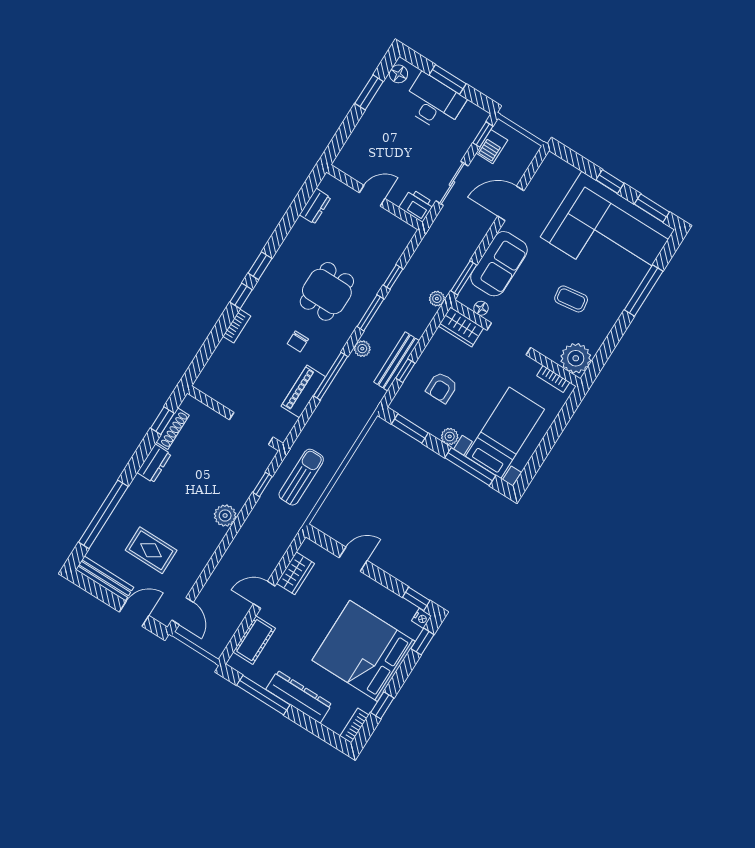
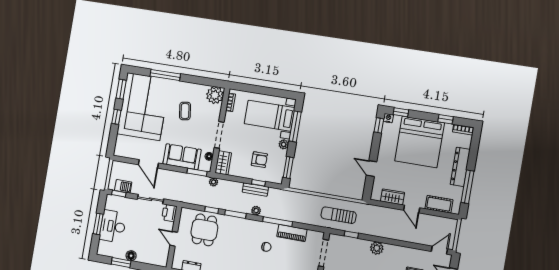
floor lamp: (398, 74) -> (131, 256), moved
dining table: (327, 291) -> (204, 230), moved, turned 90
bench: (397, 361) -> (255, 190), width x0.73

